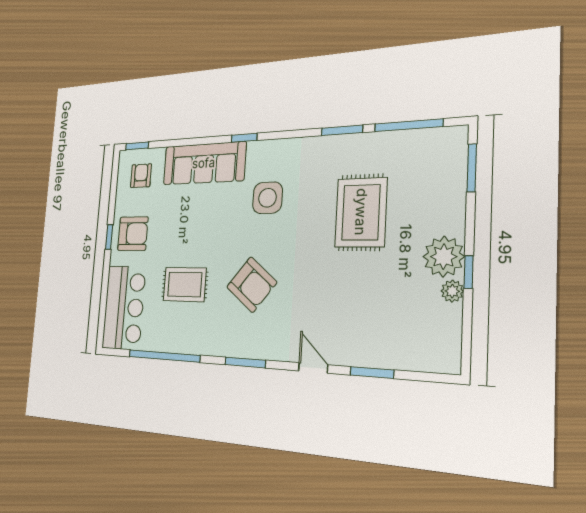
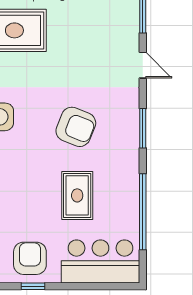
armchair: (252, 285) -> (76, 127), turned 73
door: (313, 368) -> (143, 65), swing flipped

